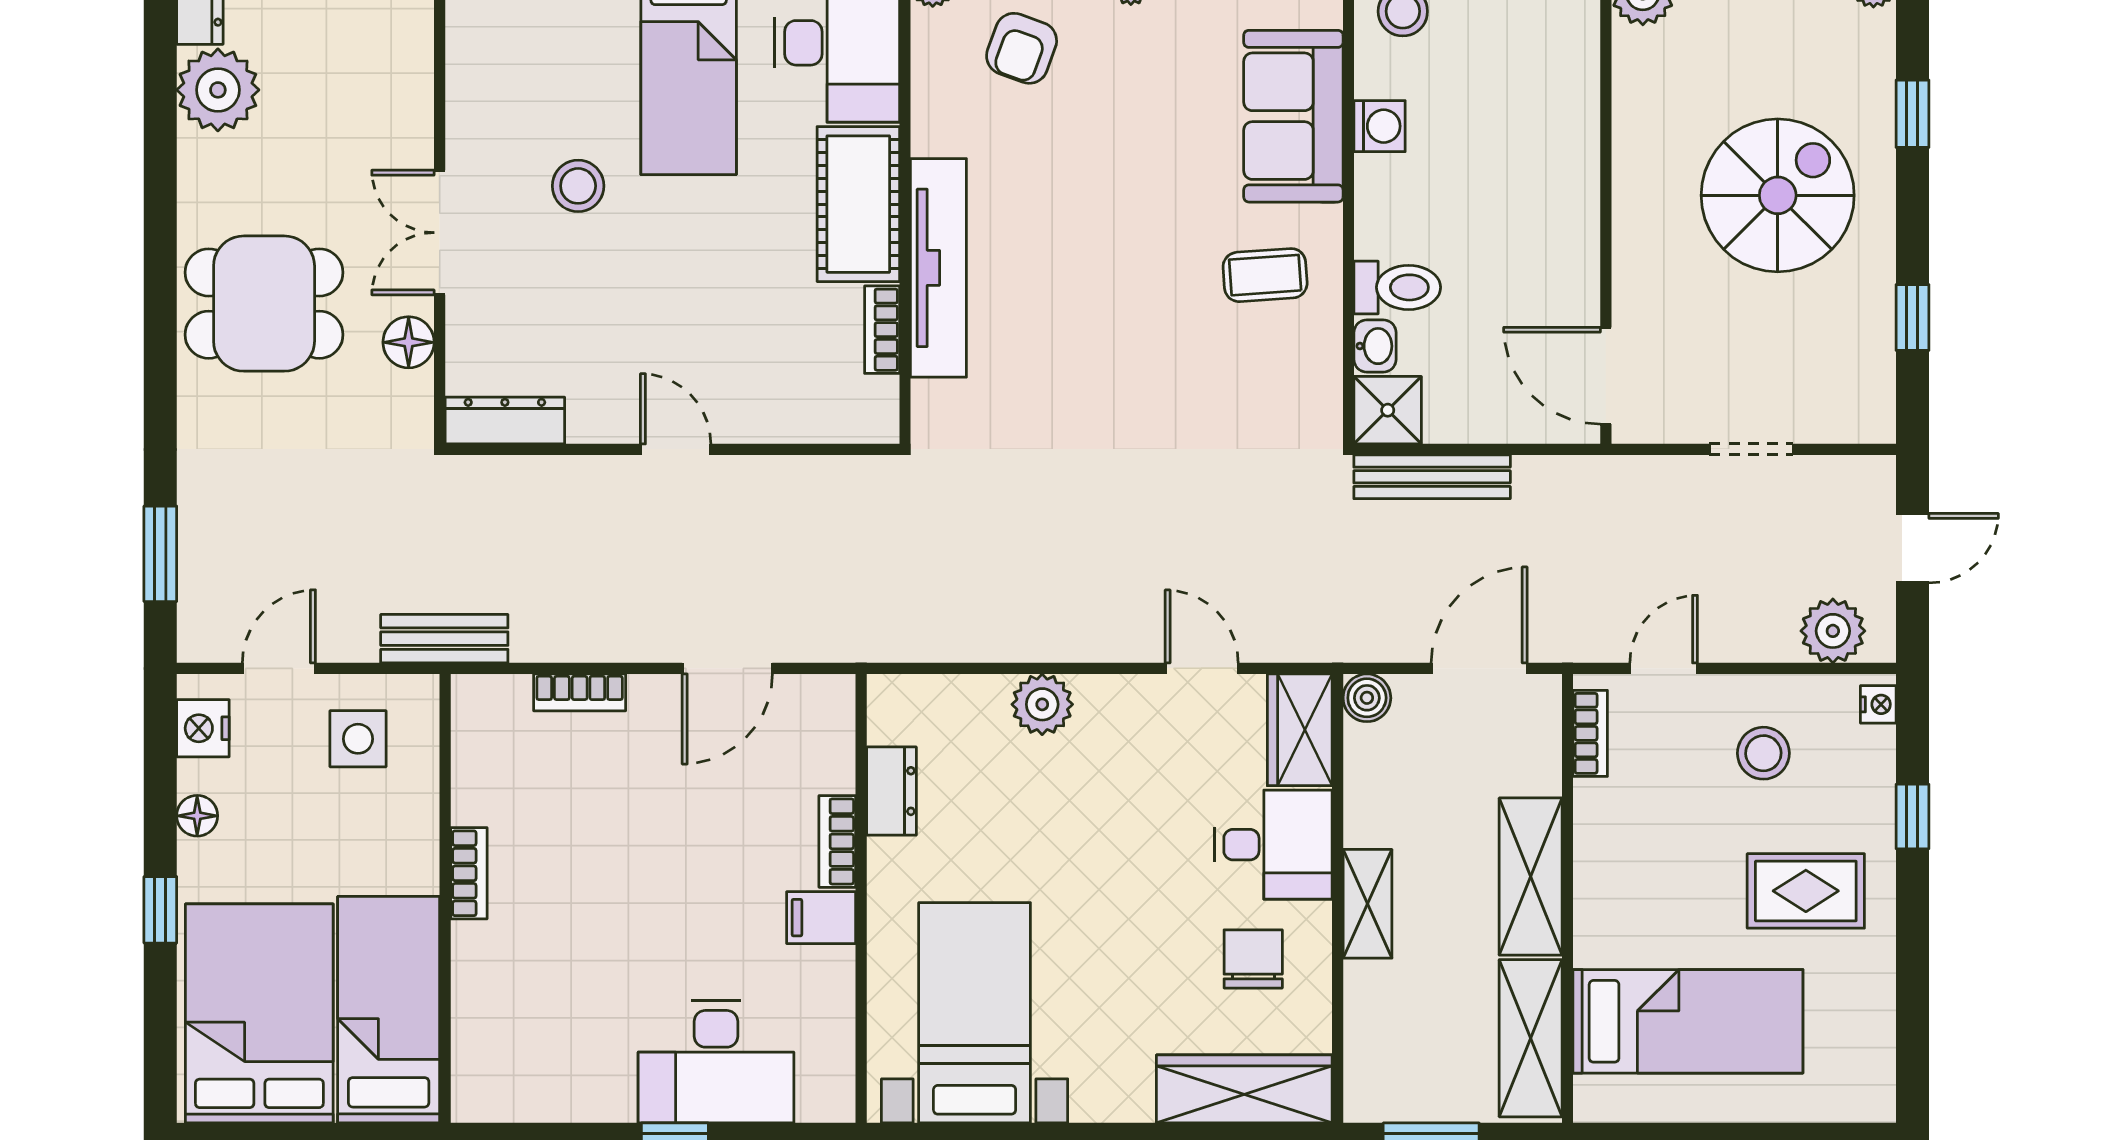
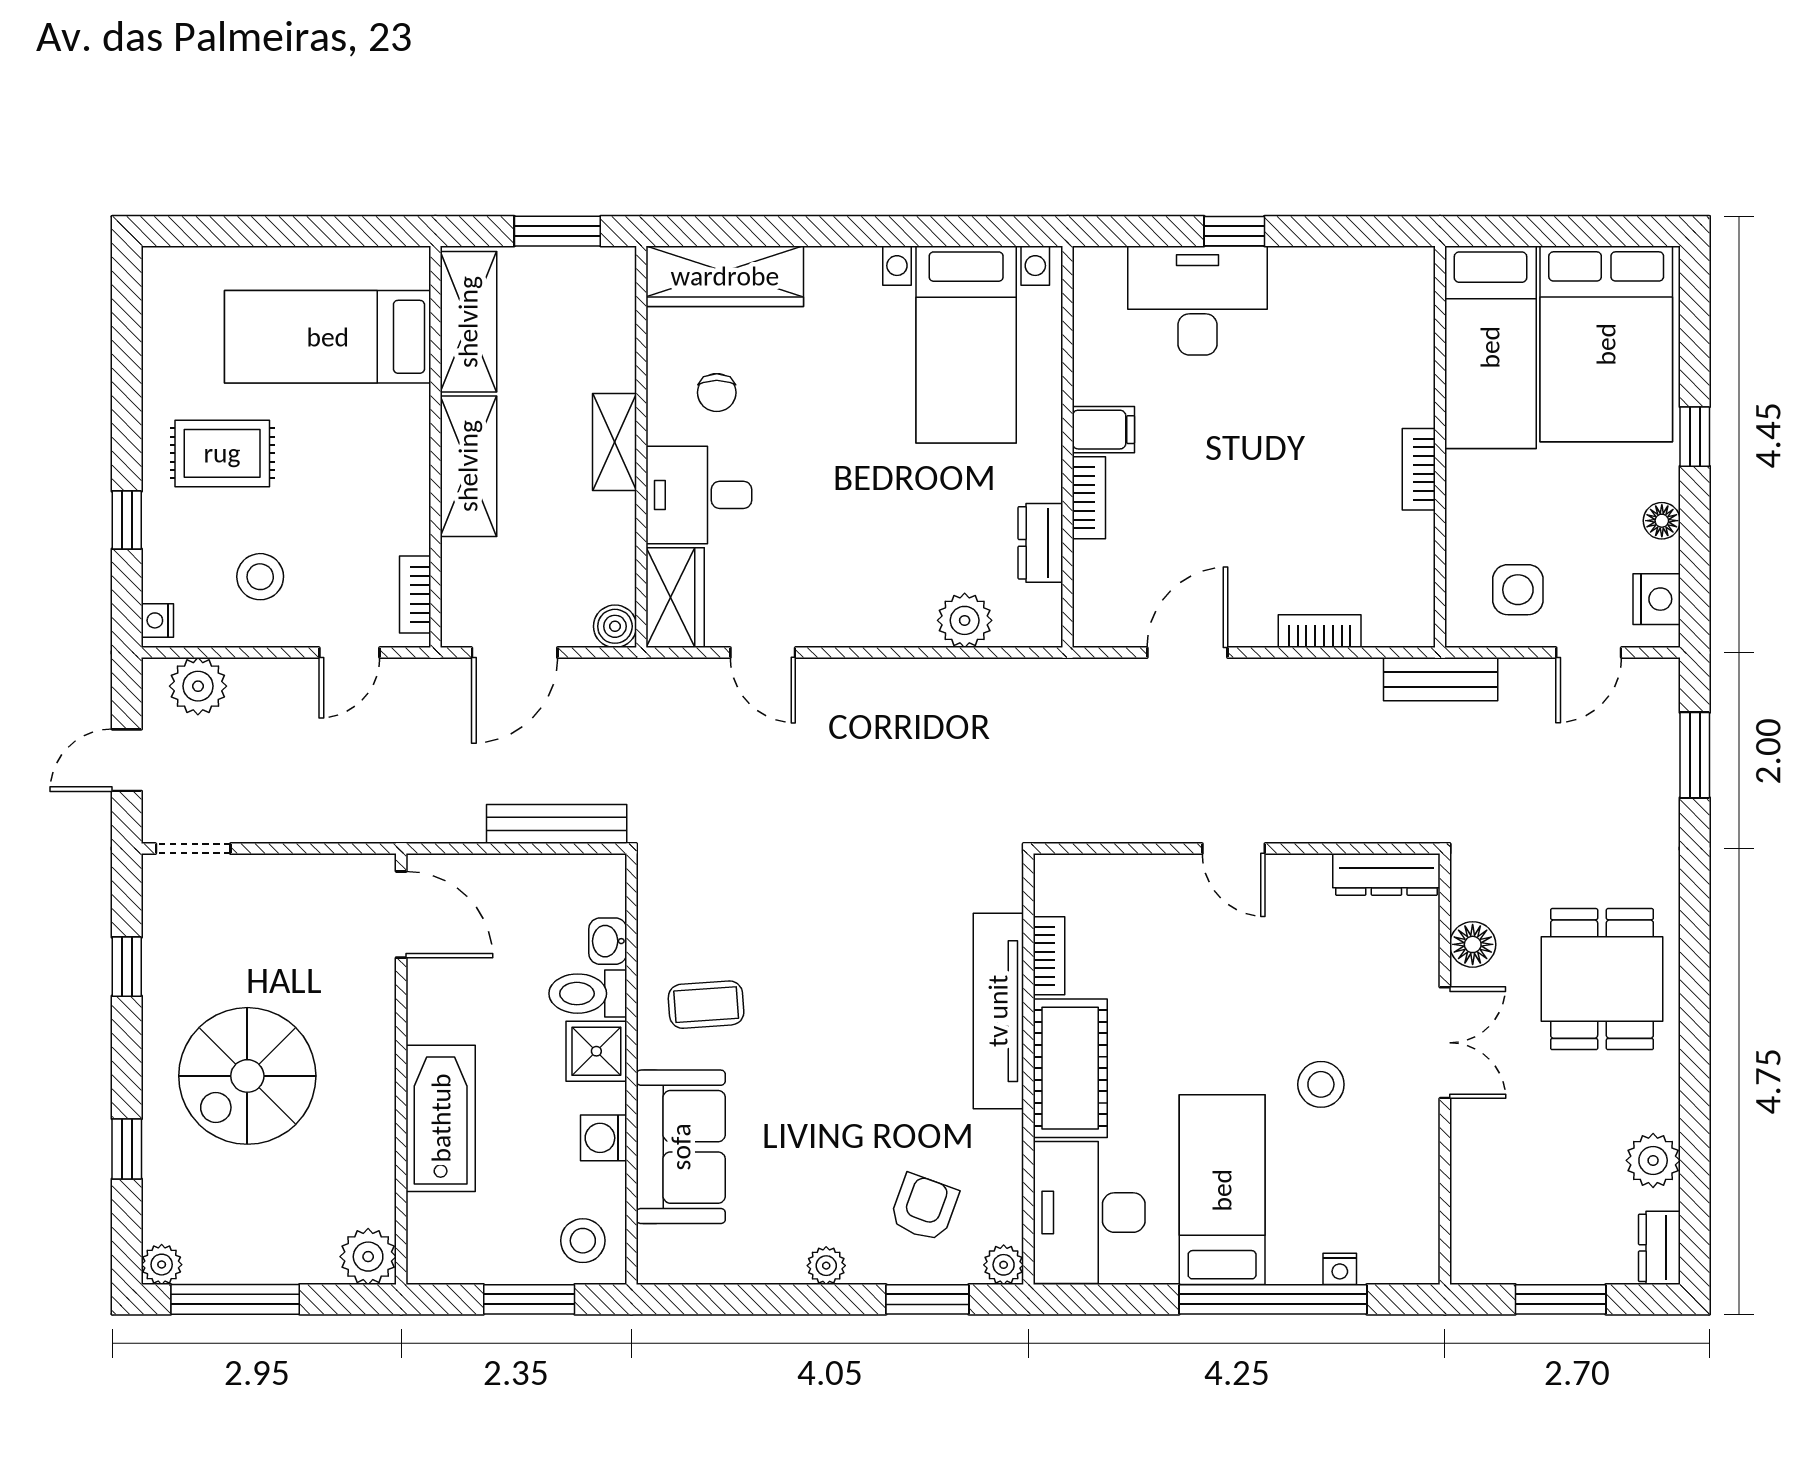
plant: (218, 90) -> (1653, 1160), width x0.73, depth x0.73
bathtub: (1562, 148) -> (441, 1118), added
dining table: (264, 304) -> (1602, 979), turned 90
shower: (1388, 410) -> (596, 1051), moved
doorway: (1751, 449) -> (193, 849), moved
plant: (1042, 704) -> (965, 620), moved
chair: (1253, 959) -> (717, 393), width x0.73, depth x0.73

